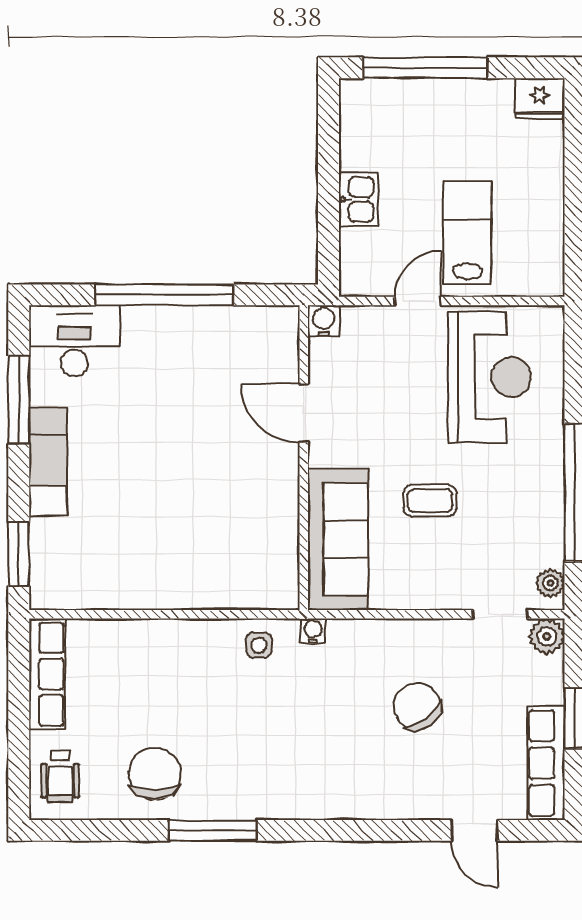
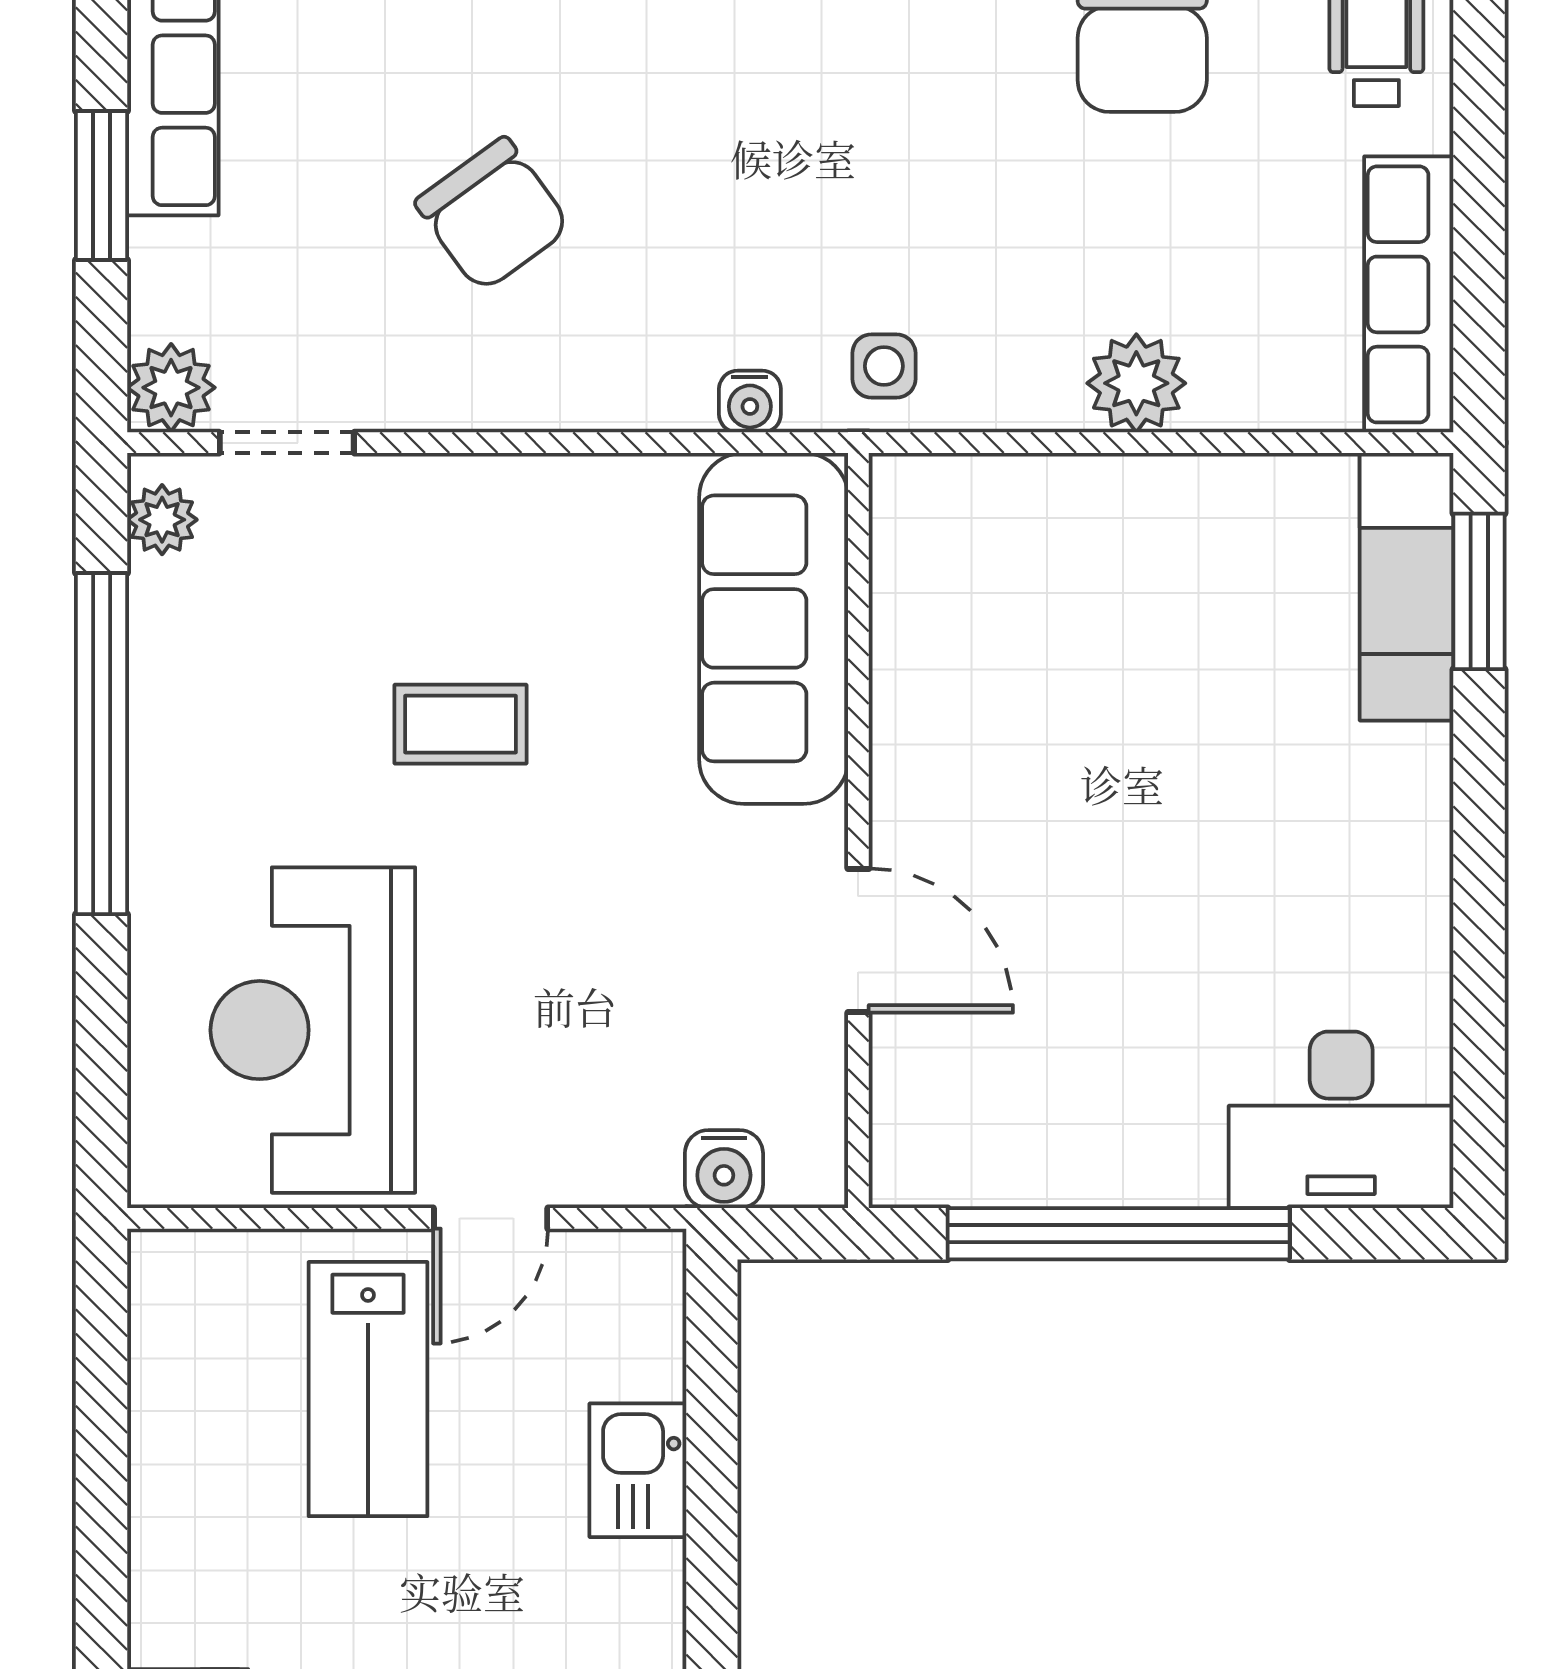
window: (19, 399) -> (1479, 975), removed
door: (304, 413) -> (858, 941), moved
wall: (304, 458) -> (858, 831), moved
exam couch: (48, 462) -> (1407, 587), moved
sofa: (338, 539) -> (774, 628), moved
plant: (157, 638) -> (1136, 383), added

